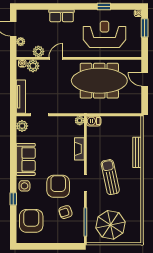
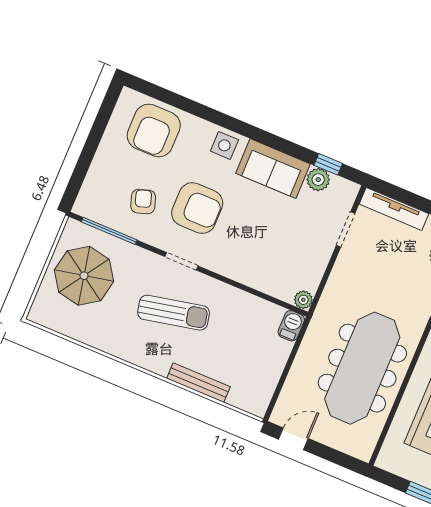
door: (145, 79) -> (293, 439), moved
plant: (22, 126) -> (318, 180), moved
fireplace: (79, 149) -> (251, 277), removed
window: (13, 199) -> (328, 164), moved
armchair: (31, 221) -> (154, 131), turned 90

